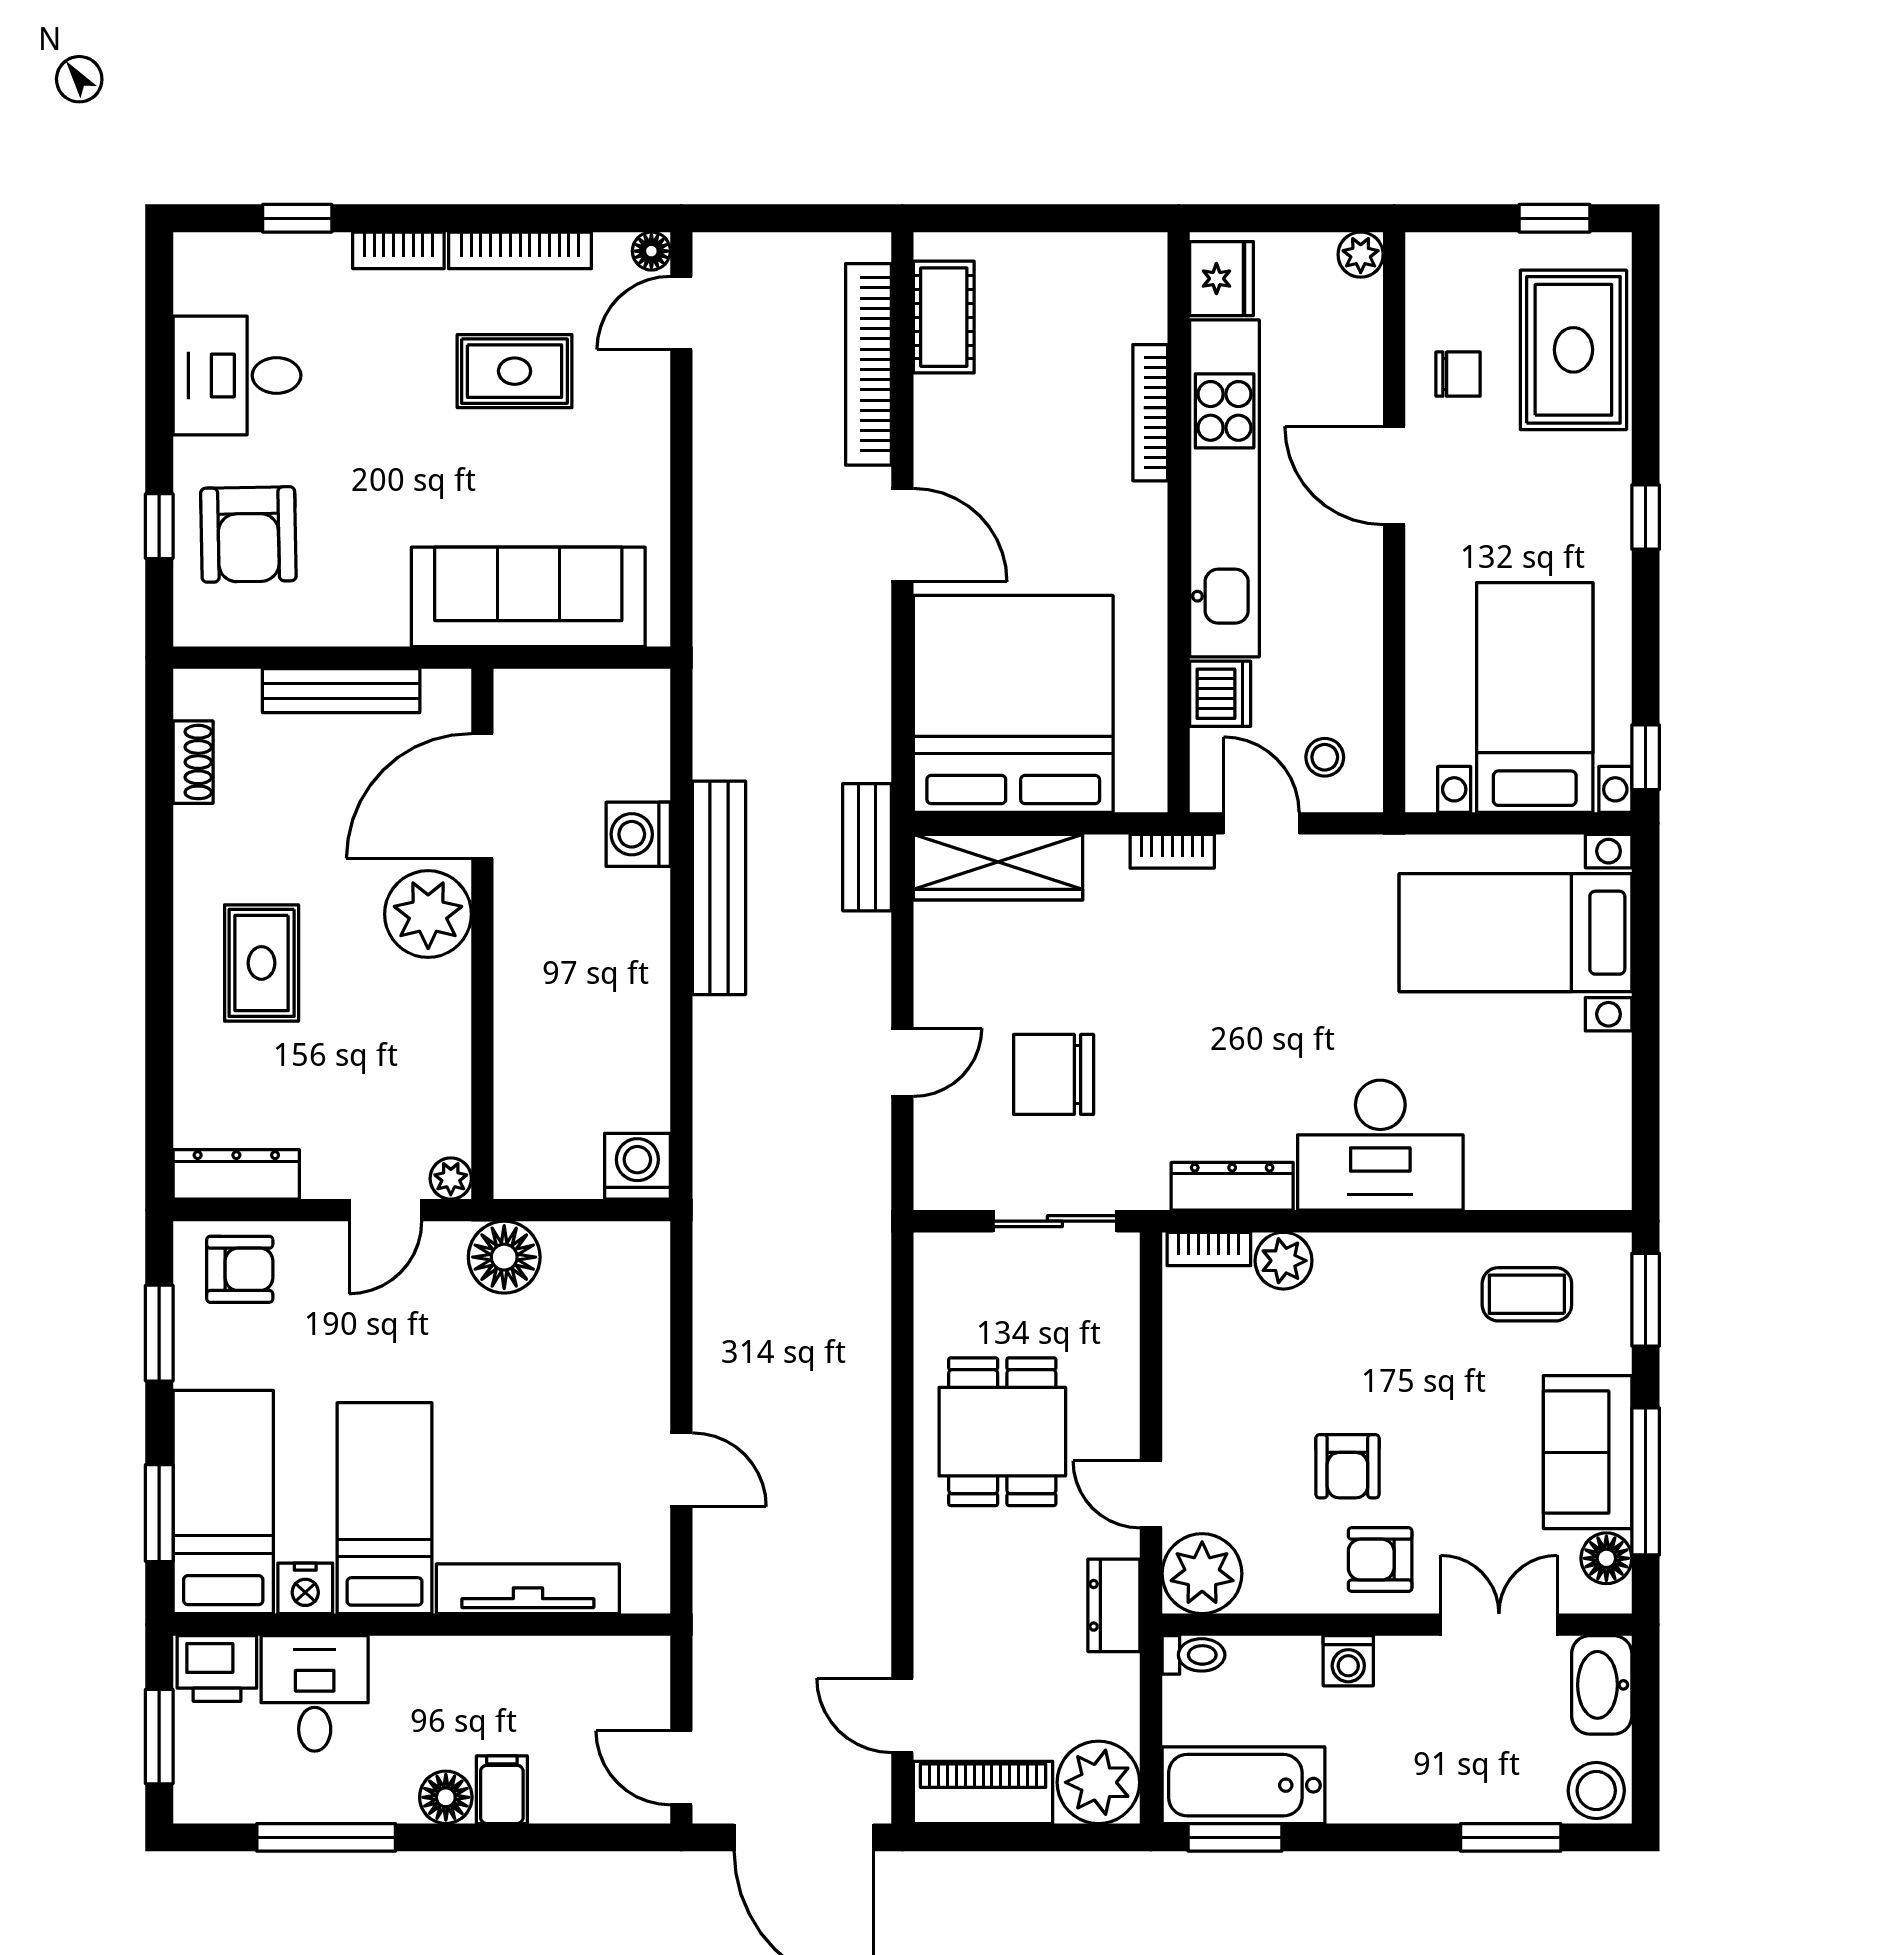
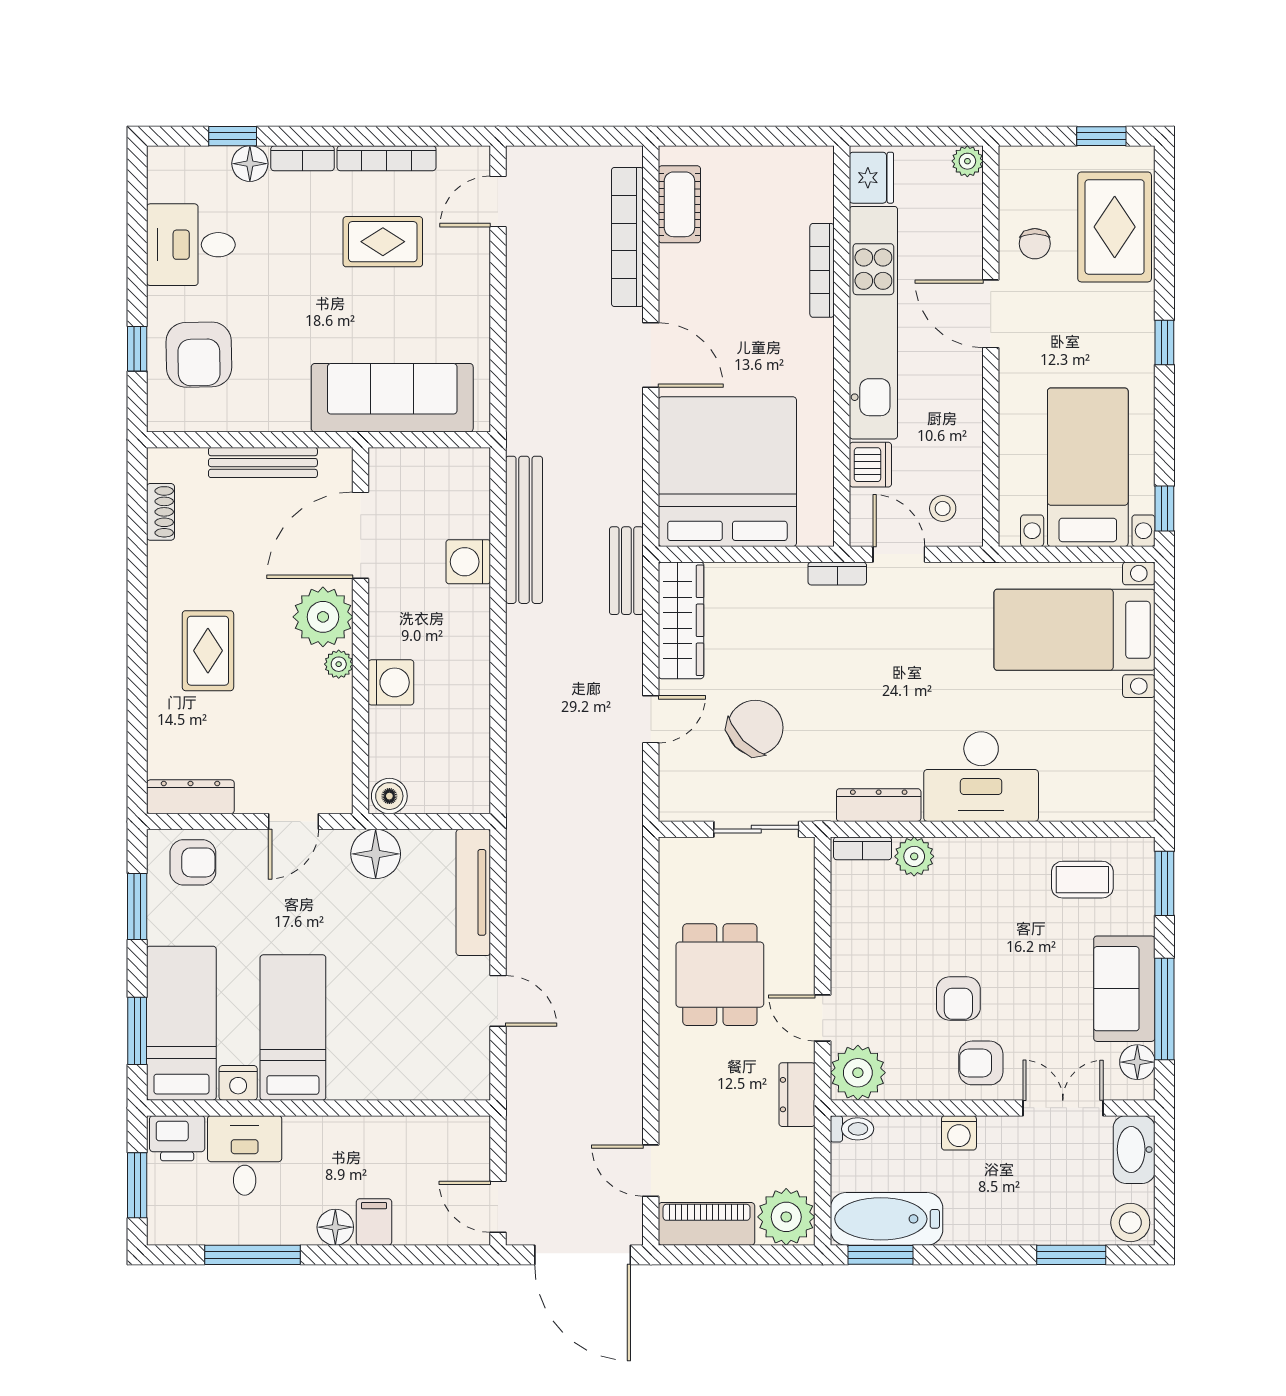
floor lamp: (651, 251) -> (250, 164), moved, width x1.37, depth x1.37
chair: (1458, 374) -> (1035, 244), turned 90
wardrobe: (998, 867) -> (681, 620), moved, turned -90
bench: (719, 888) -> (524, 530), moved
chair: (1054, 1074) -> (755, 728), turned 136
washing machine: (637, 1166) -> (391, 682), moved, turned 90
boiler: (524, 1173) -> (389, 796), added
plant: (451, 1178) -> (339, 664), moved
tv unit: (528, 1589) -> (473, 892), moved, turned -90

